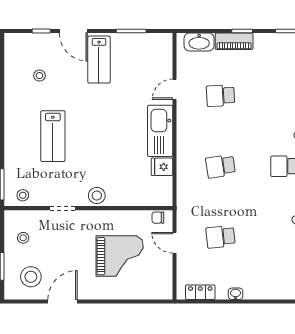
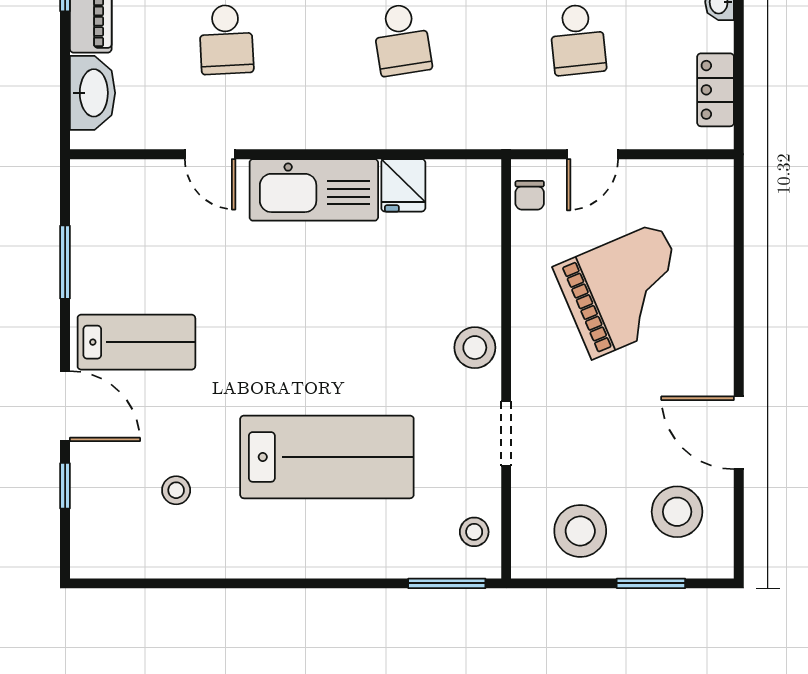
door: (73, 31) -> (65, 406), hinge flipped
lab bench: (53, 136) -> (327, 457), width x1.36, depth x1.39
stool: (23, 238) -> (580, 531), width x1.89, depth x1.89
grand piano: (120, 256) -> (626, 291), turned 67

